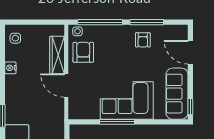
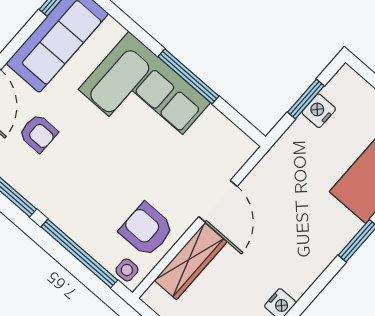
armchair: (143, 40) -> (38, 133), moved, turned 90
armchair: (83, 52) -> (147, 230), turned 90

